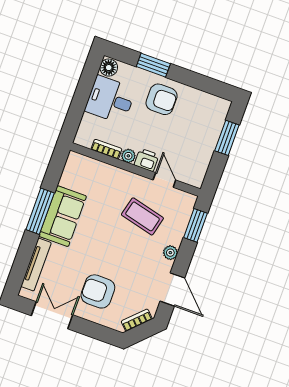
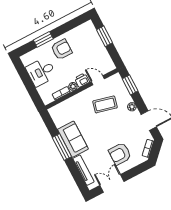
floor lamp: (109, 68) -> (27, 60), removed

